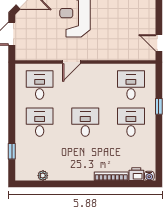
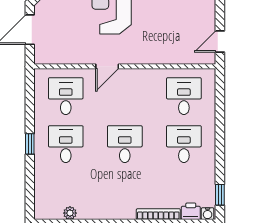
door: (159, 43) -> (220, 42), hinge flipped
window: (159, 106) -> (220, 195), moved
window: (12, 151) -> (30, 144), moved

